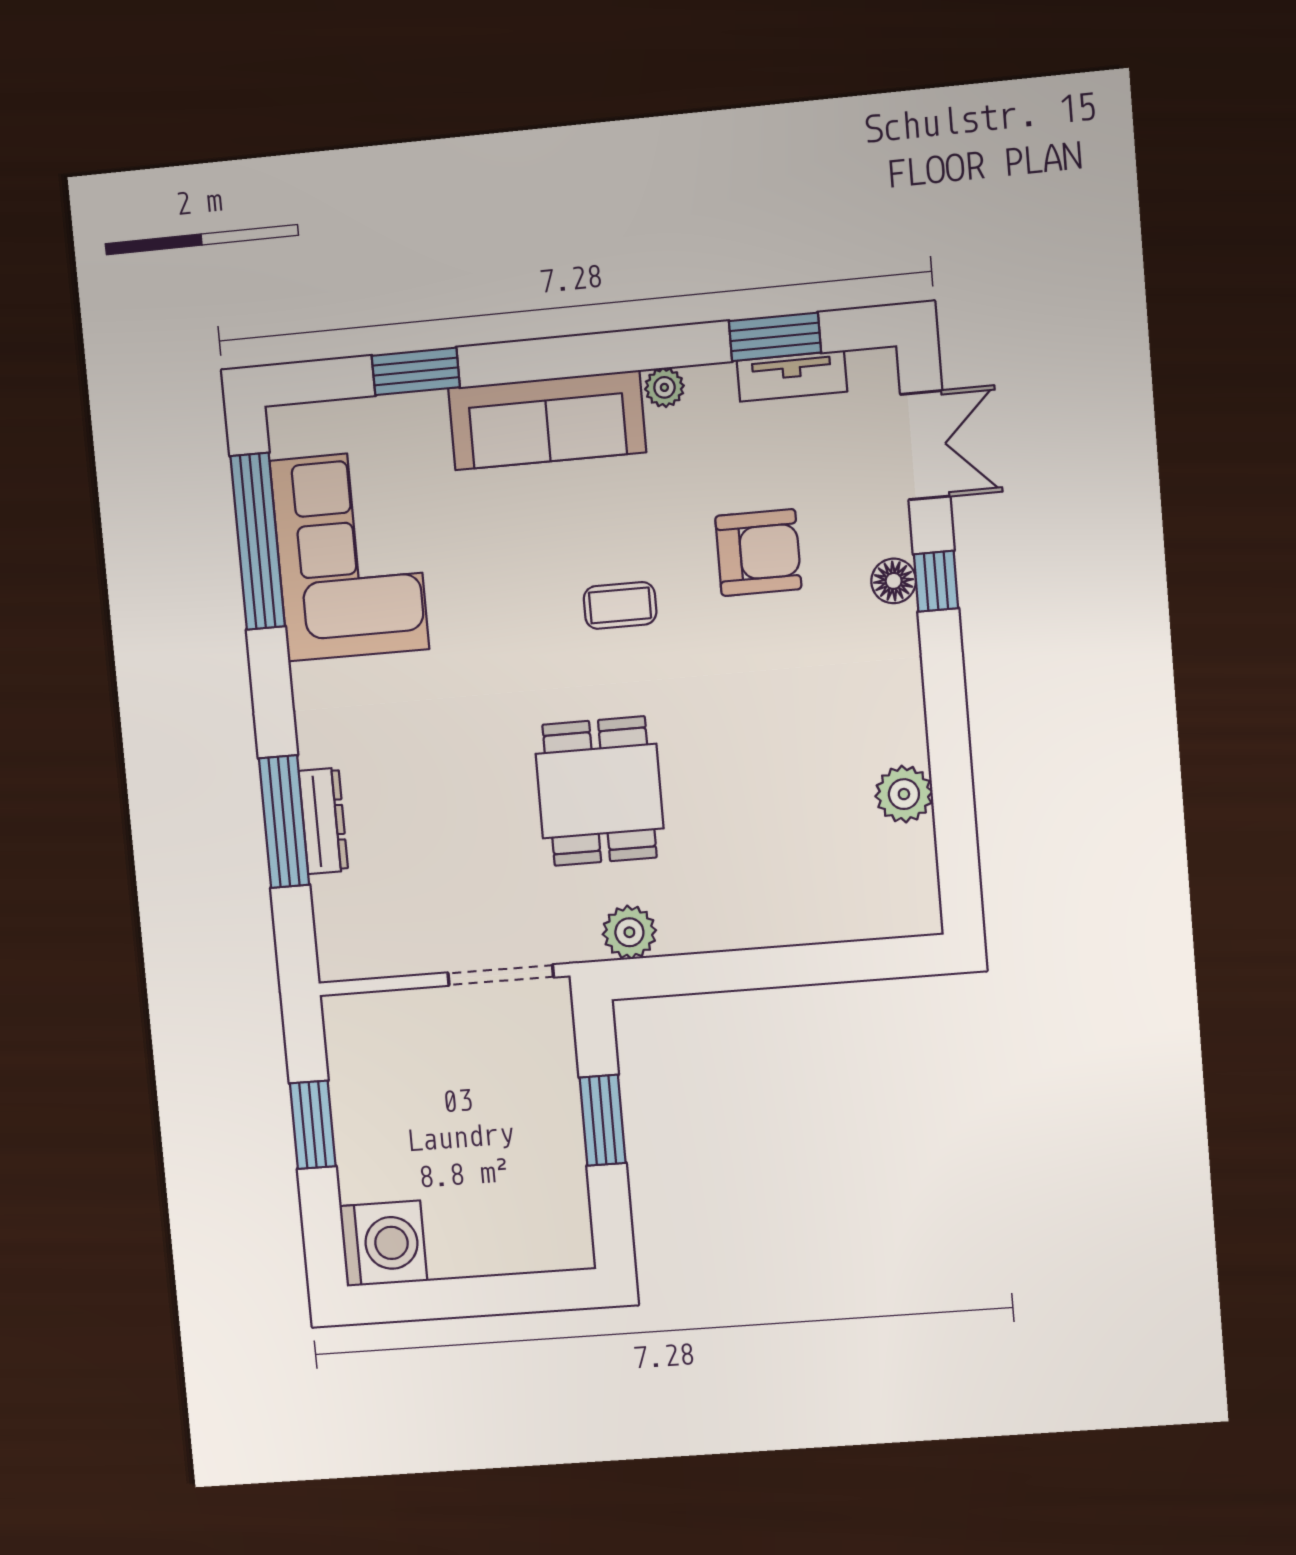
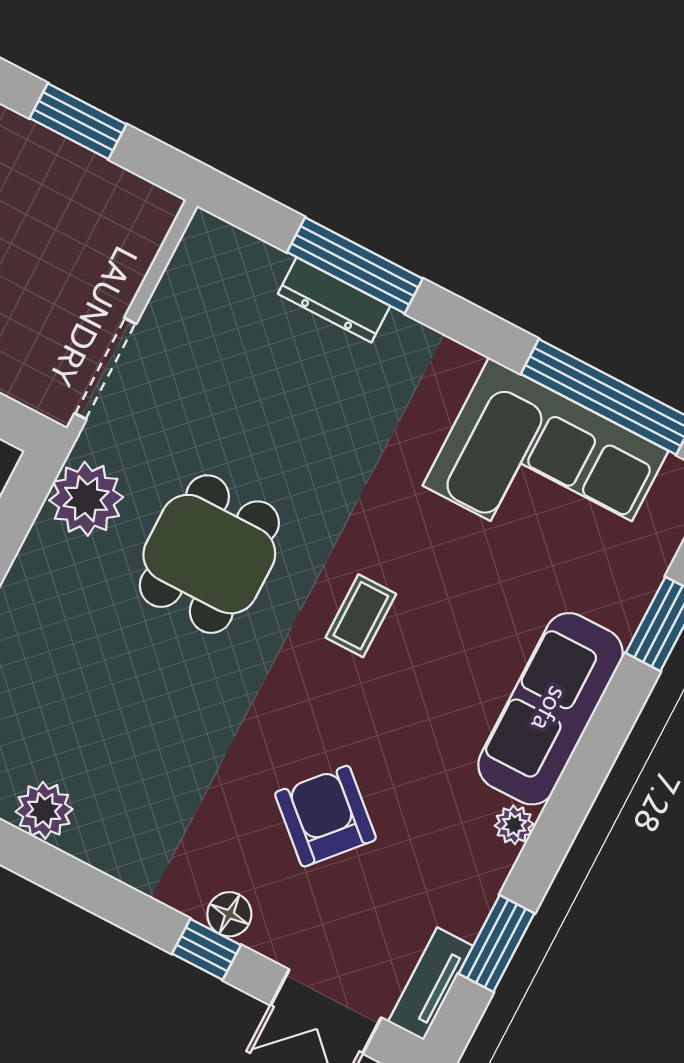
tv unit: (792, 376) -> (430, 984), moved
armchair: (758, 553) -> (325, 816), turned 132
coffee table: (620, 605) -> (361, 616), moved
dining table: (600, 791) -> (209, 554), turned 90
plant: (629, 932) -> (86, 499), width x1.36, depth x1.36

